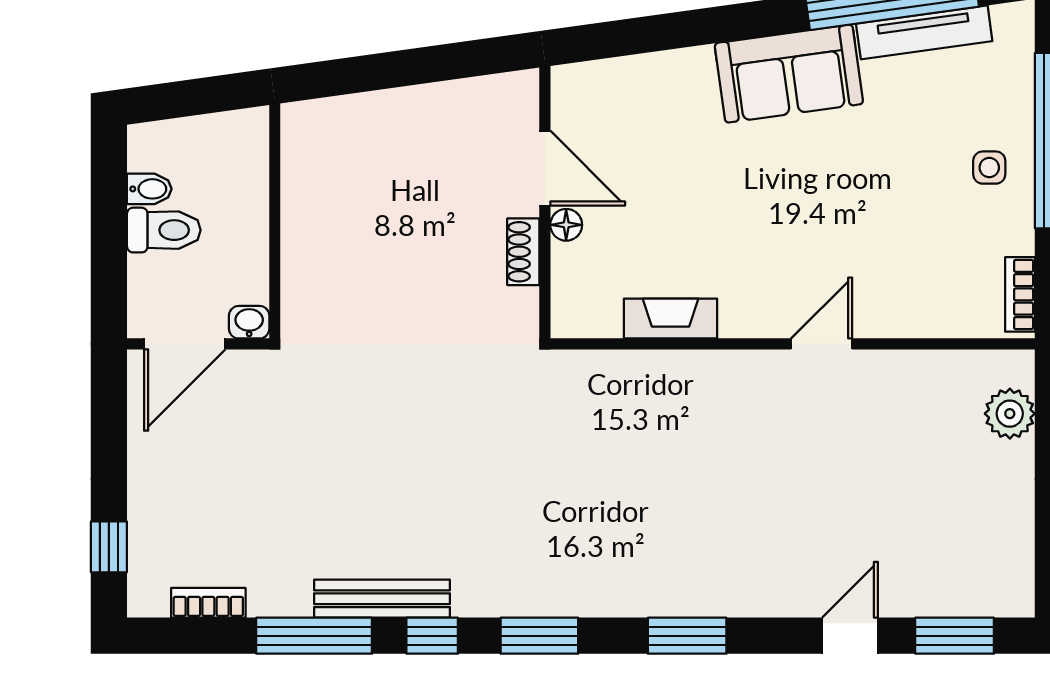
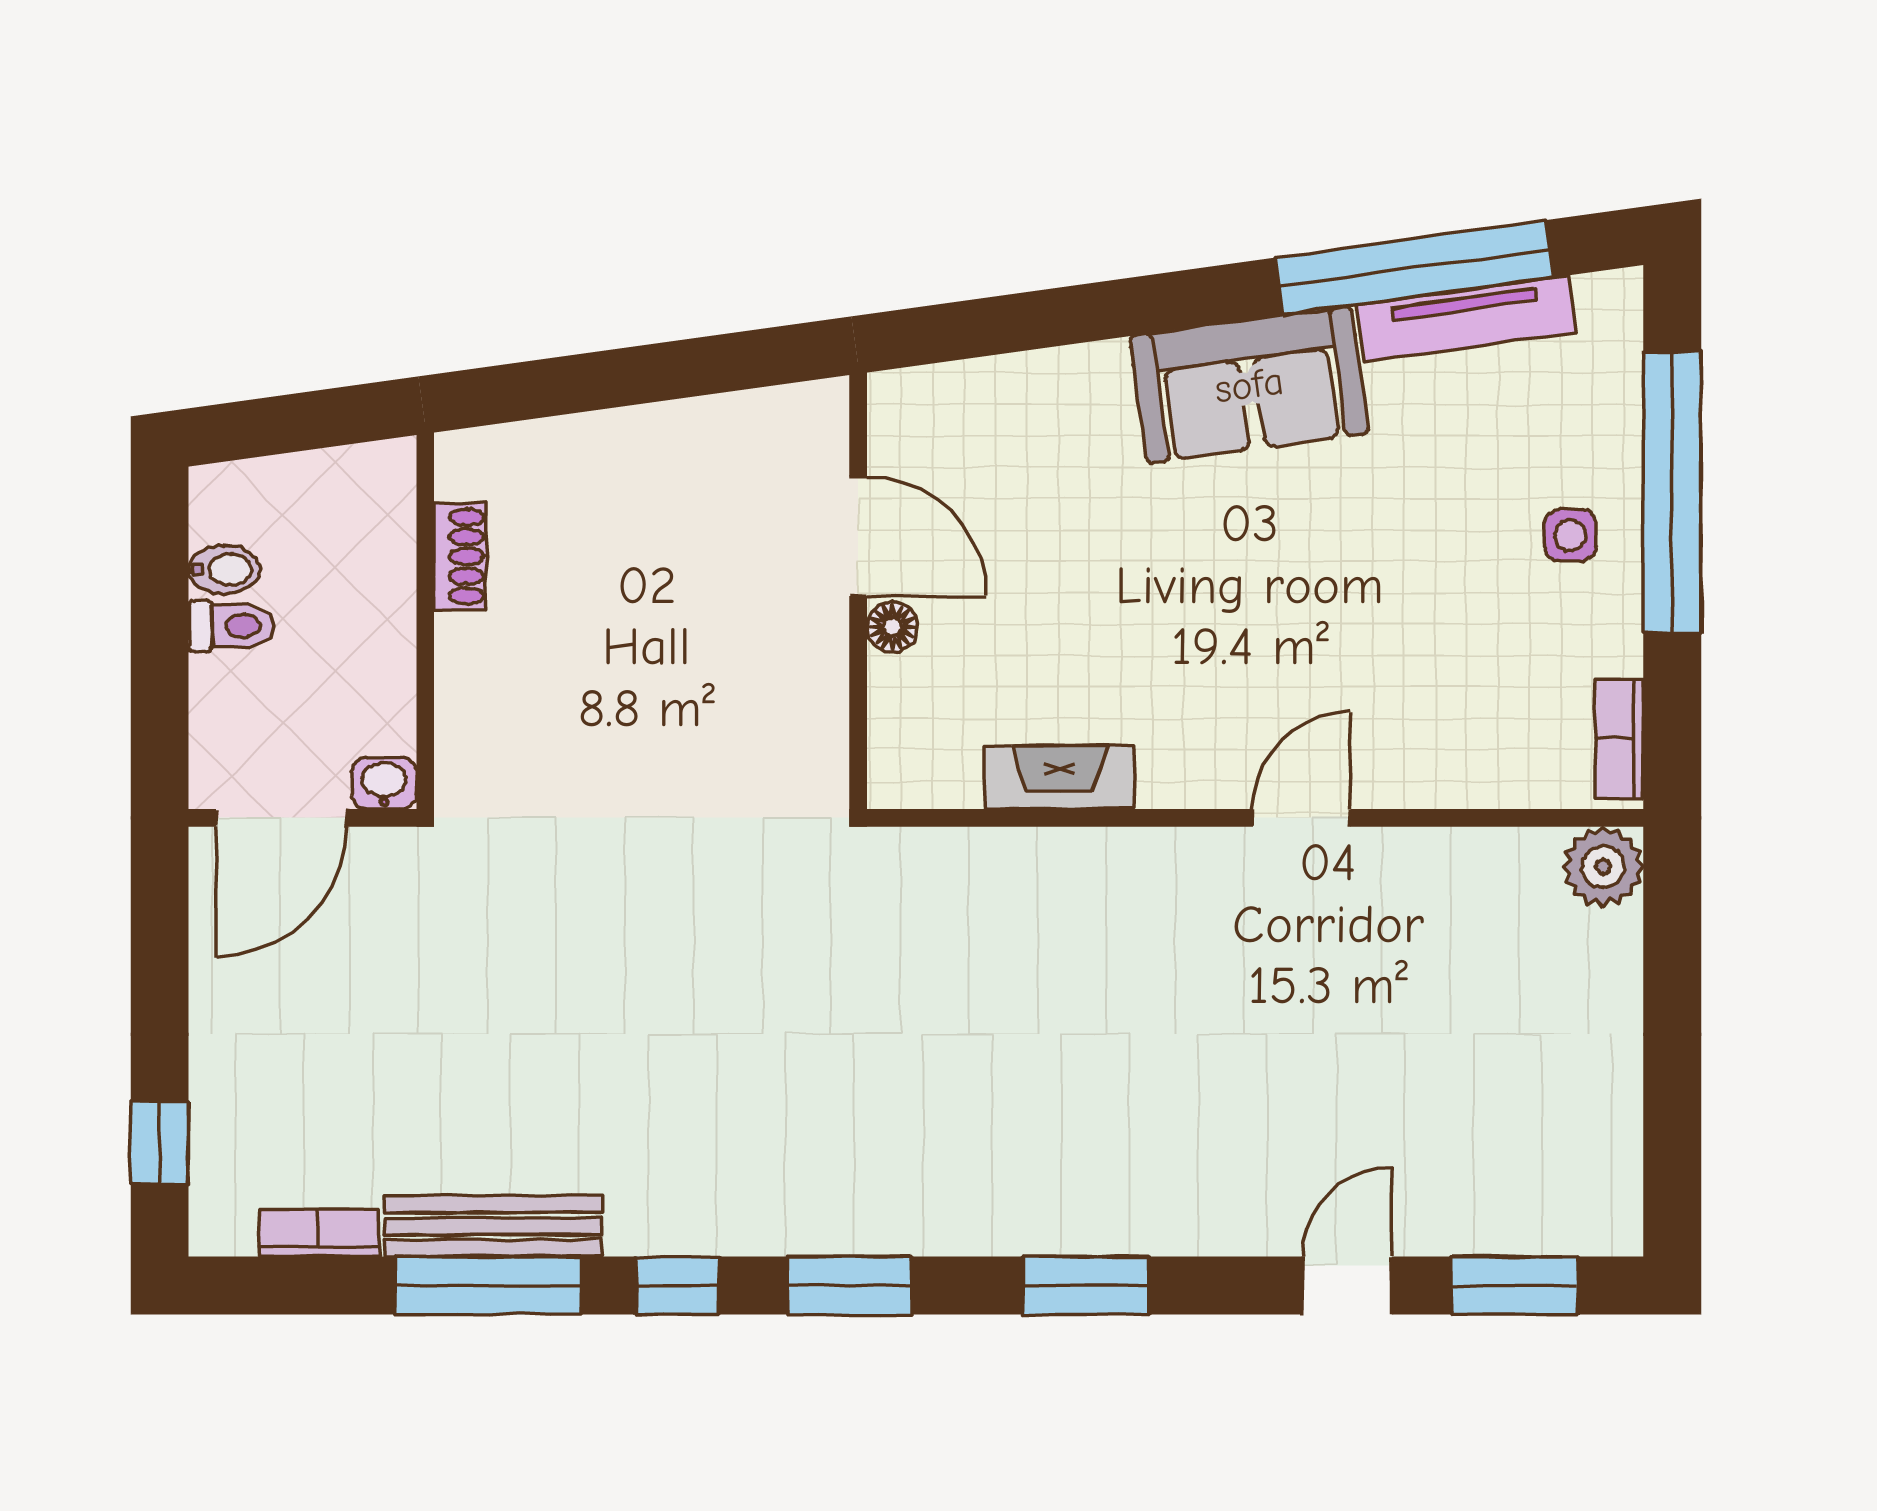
toilet: (164, 230) -> (231, 626), width x0.73, depth x0.72
shoe rack: (523, 252) -> (460, 557), moved, turned 180
plant: (1010, 414) -> (1603, 867), moved
bench: (382, 599) -> (493, 1226), moved

